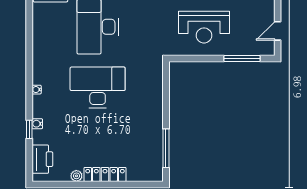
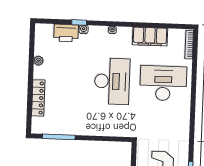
filing cabinet: (43, 45) -> (150, 37), added
printer: (42, 159) -> (66, 33), moved
locker: (105, 174) -> (38, 98), moved

